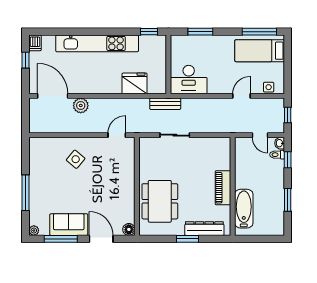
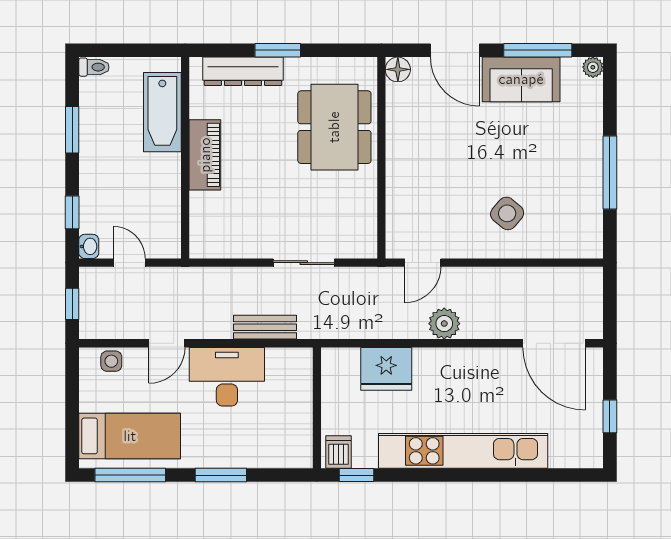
window: (200, 32) -> (221, 475), moved
dishwasher: (35, 43) -> (339, 452), moved
desk: (189, 80) -> (227, 377), moved
bench: (165, 104) -> (265, 327), moved
plant: (81, 106) -> (444, 324), moved
toilet: (277, 155) -> (94, 67), moved
window: (26, 193) -> (610, 173), moved

